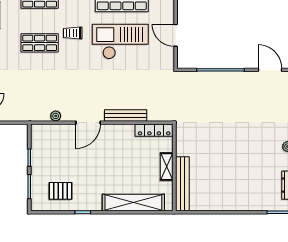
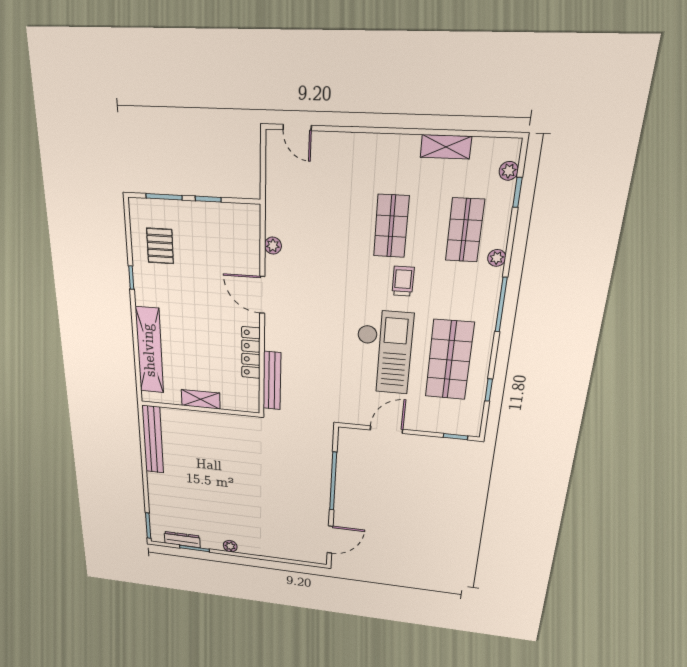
bench: (126, 115) -> (272, 381), moved
locker: (154, 130) -> (251, 353), moved
bench: (182, 184) -> (153, 440), moved, turned 90

